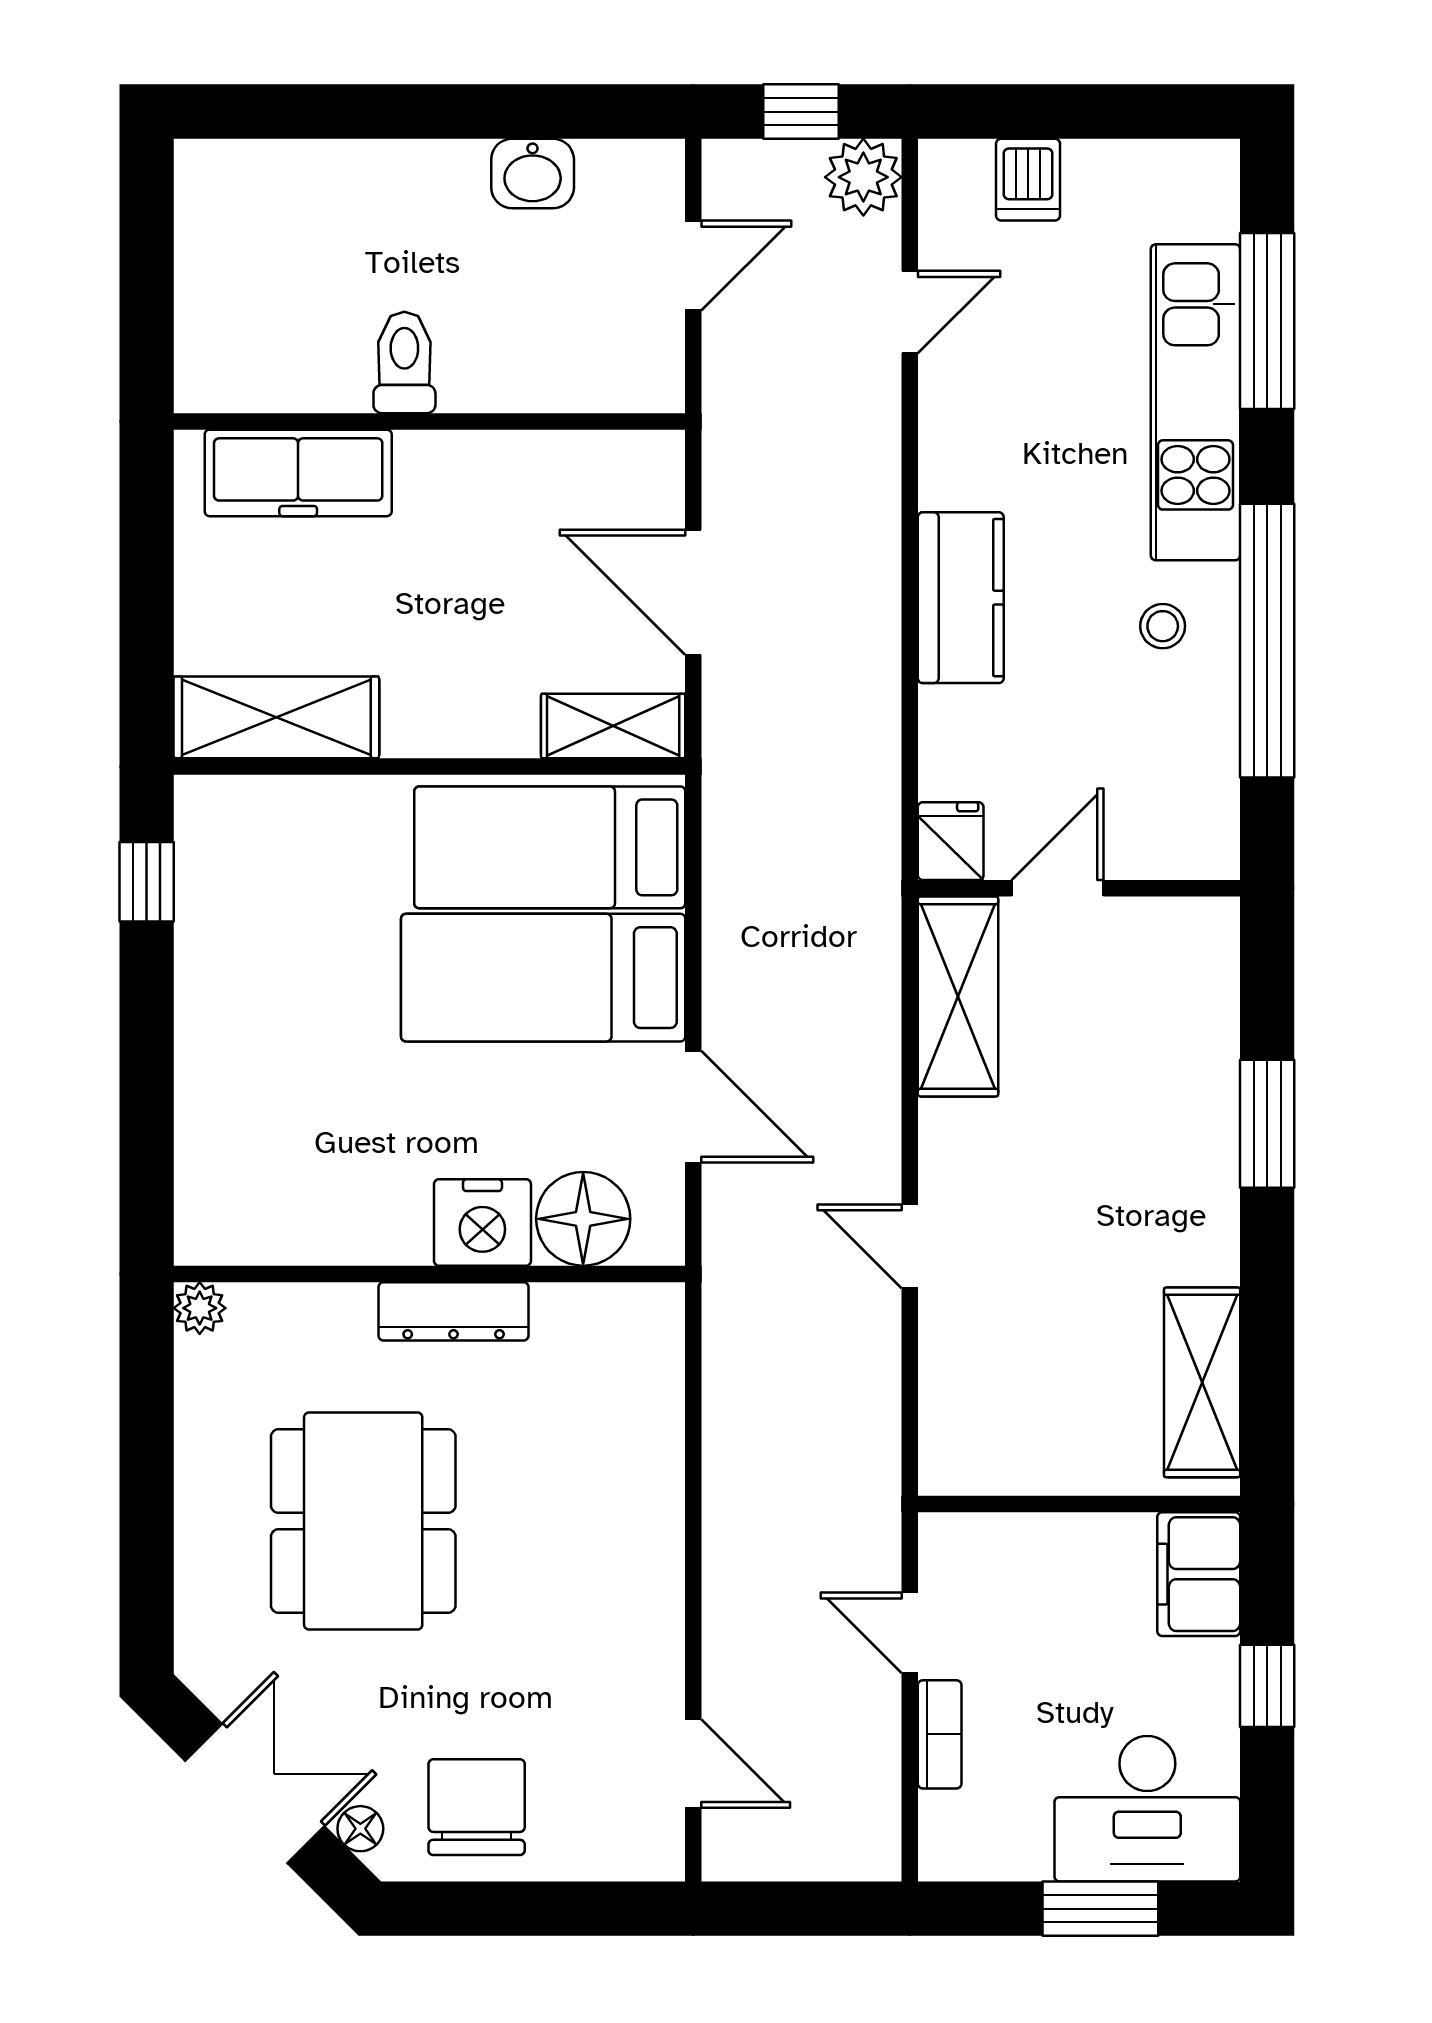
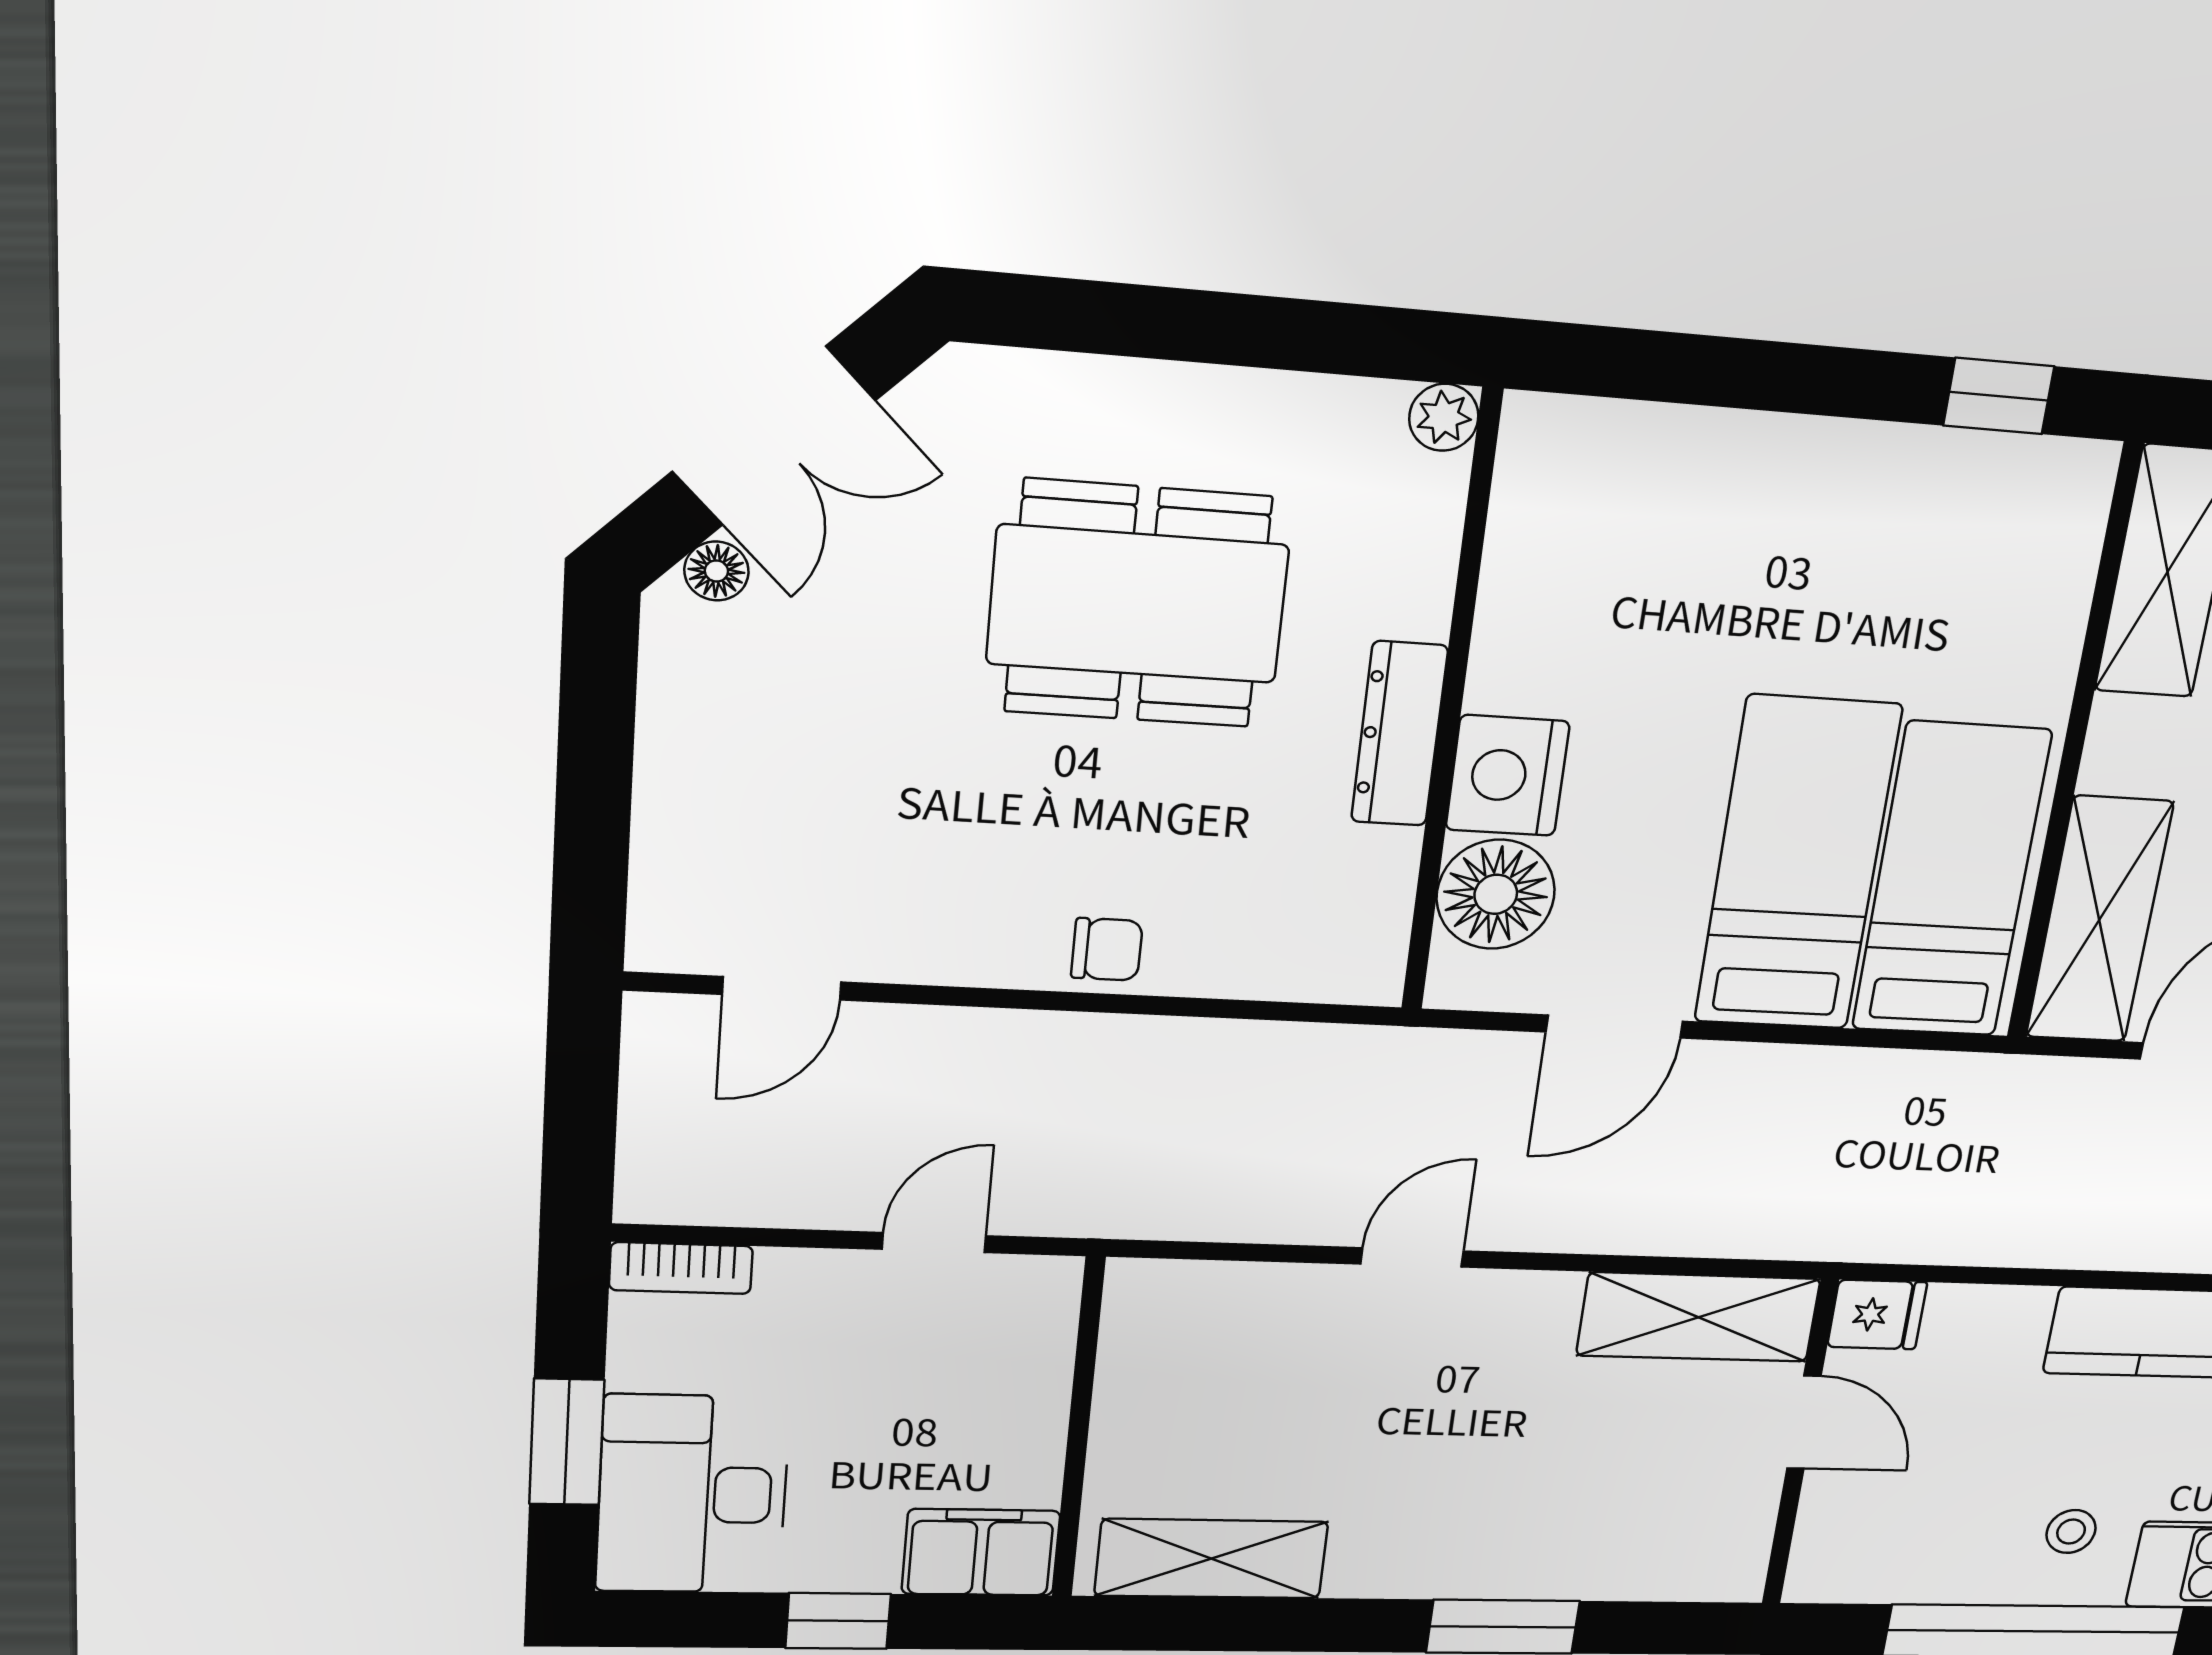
shelving: (613, 726) -> (2099, 920), width x1.50, depth x1.33
bookcase: (940, 1734) -> (681, 1268), moved
chair: (477, 1807) -> (1107, 949), moved, width x0.54, depth x0.54

